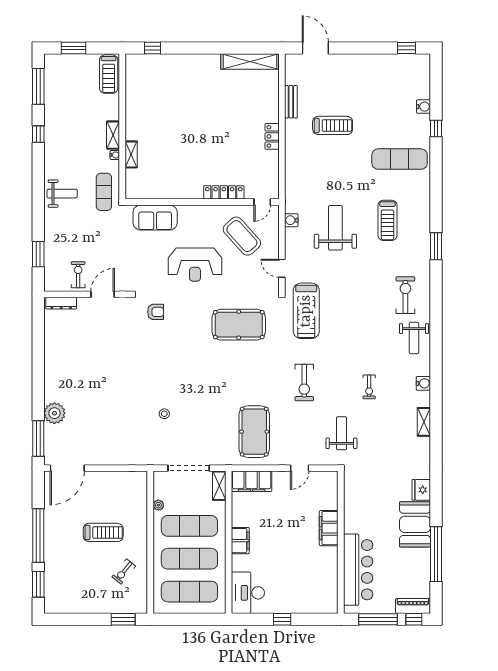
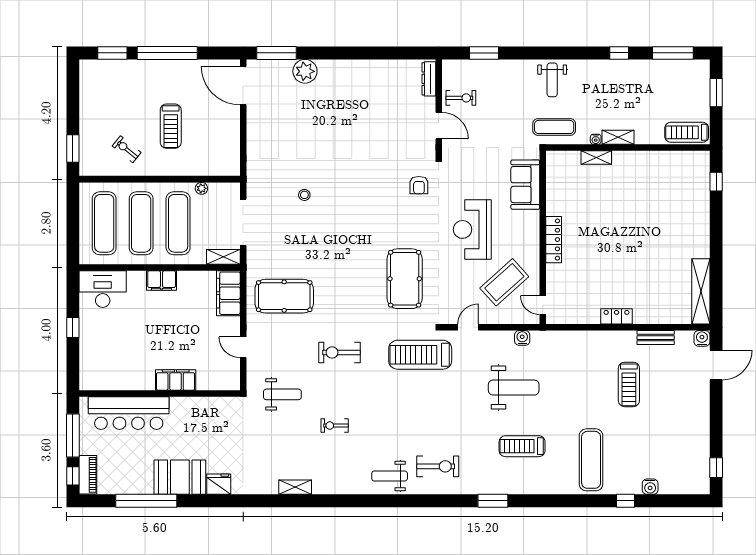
locker: (224, 192) -> (554, 240), moved
water cooler: (423, 383) -> (702, 338), moved, turned 180

